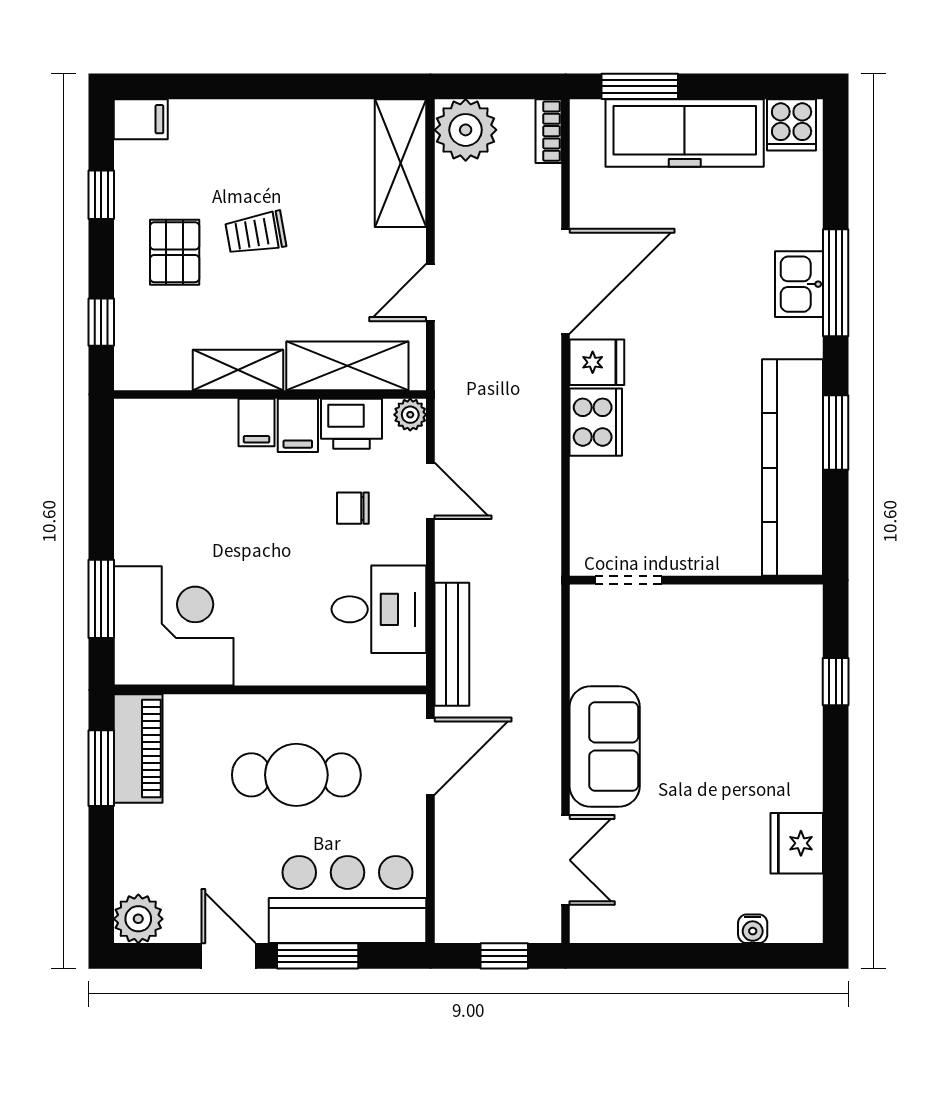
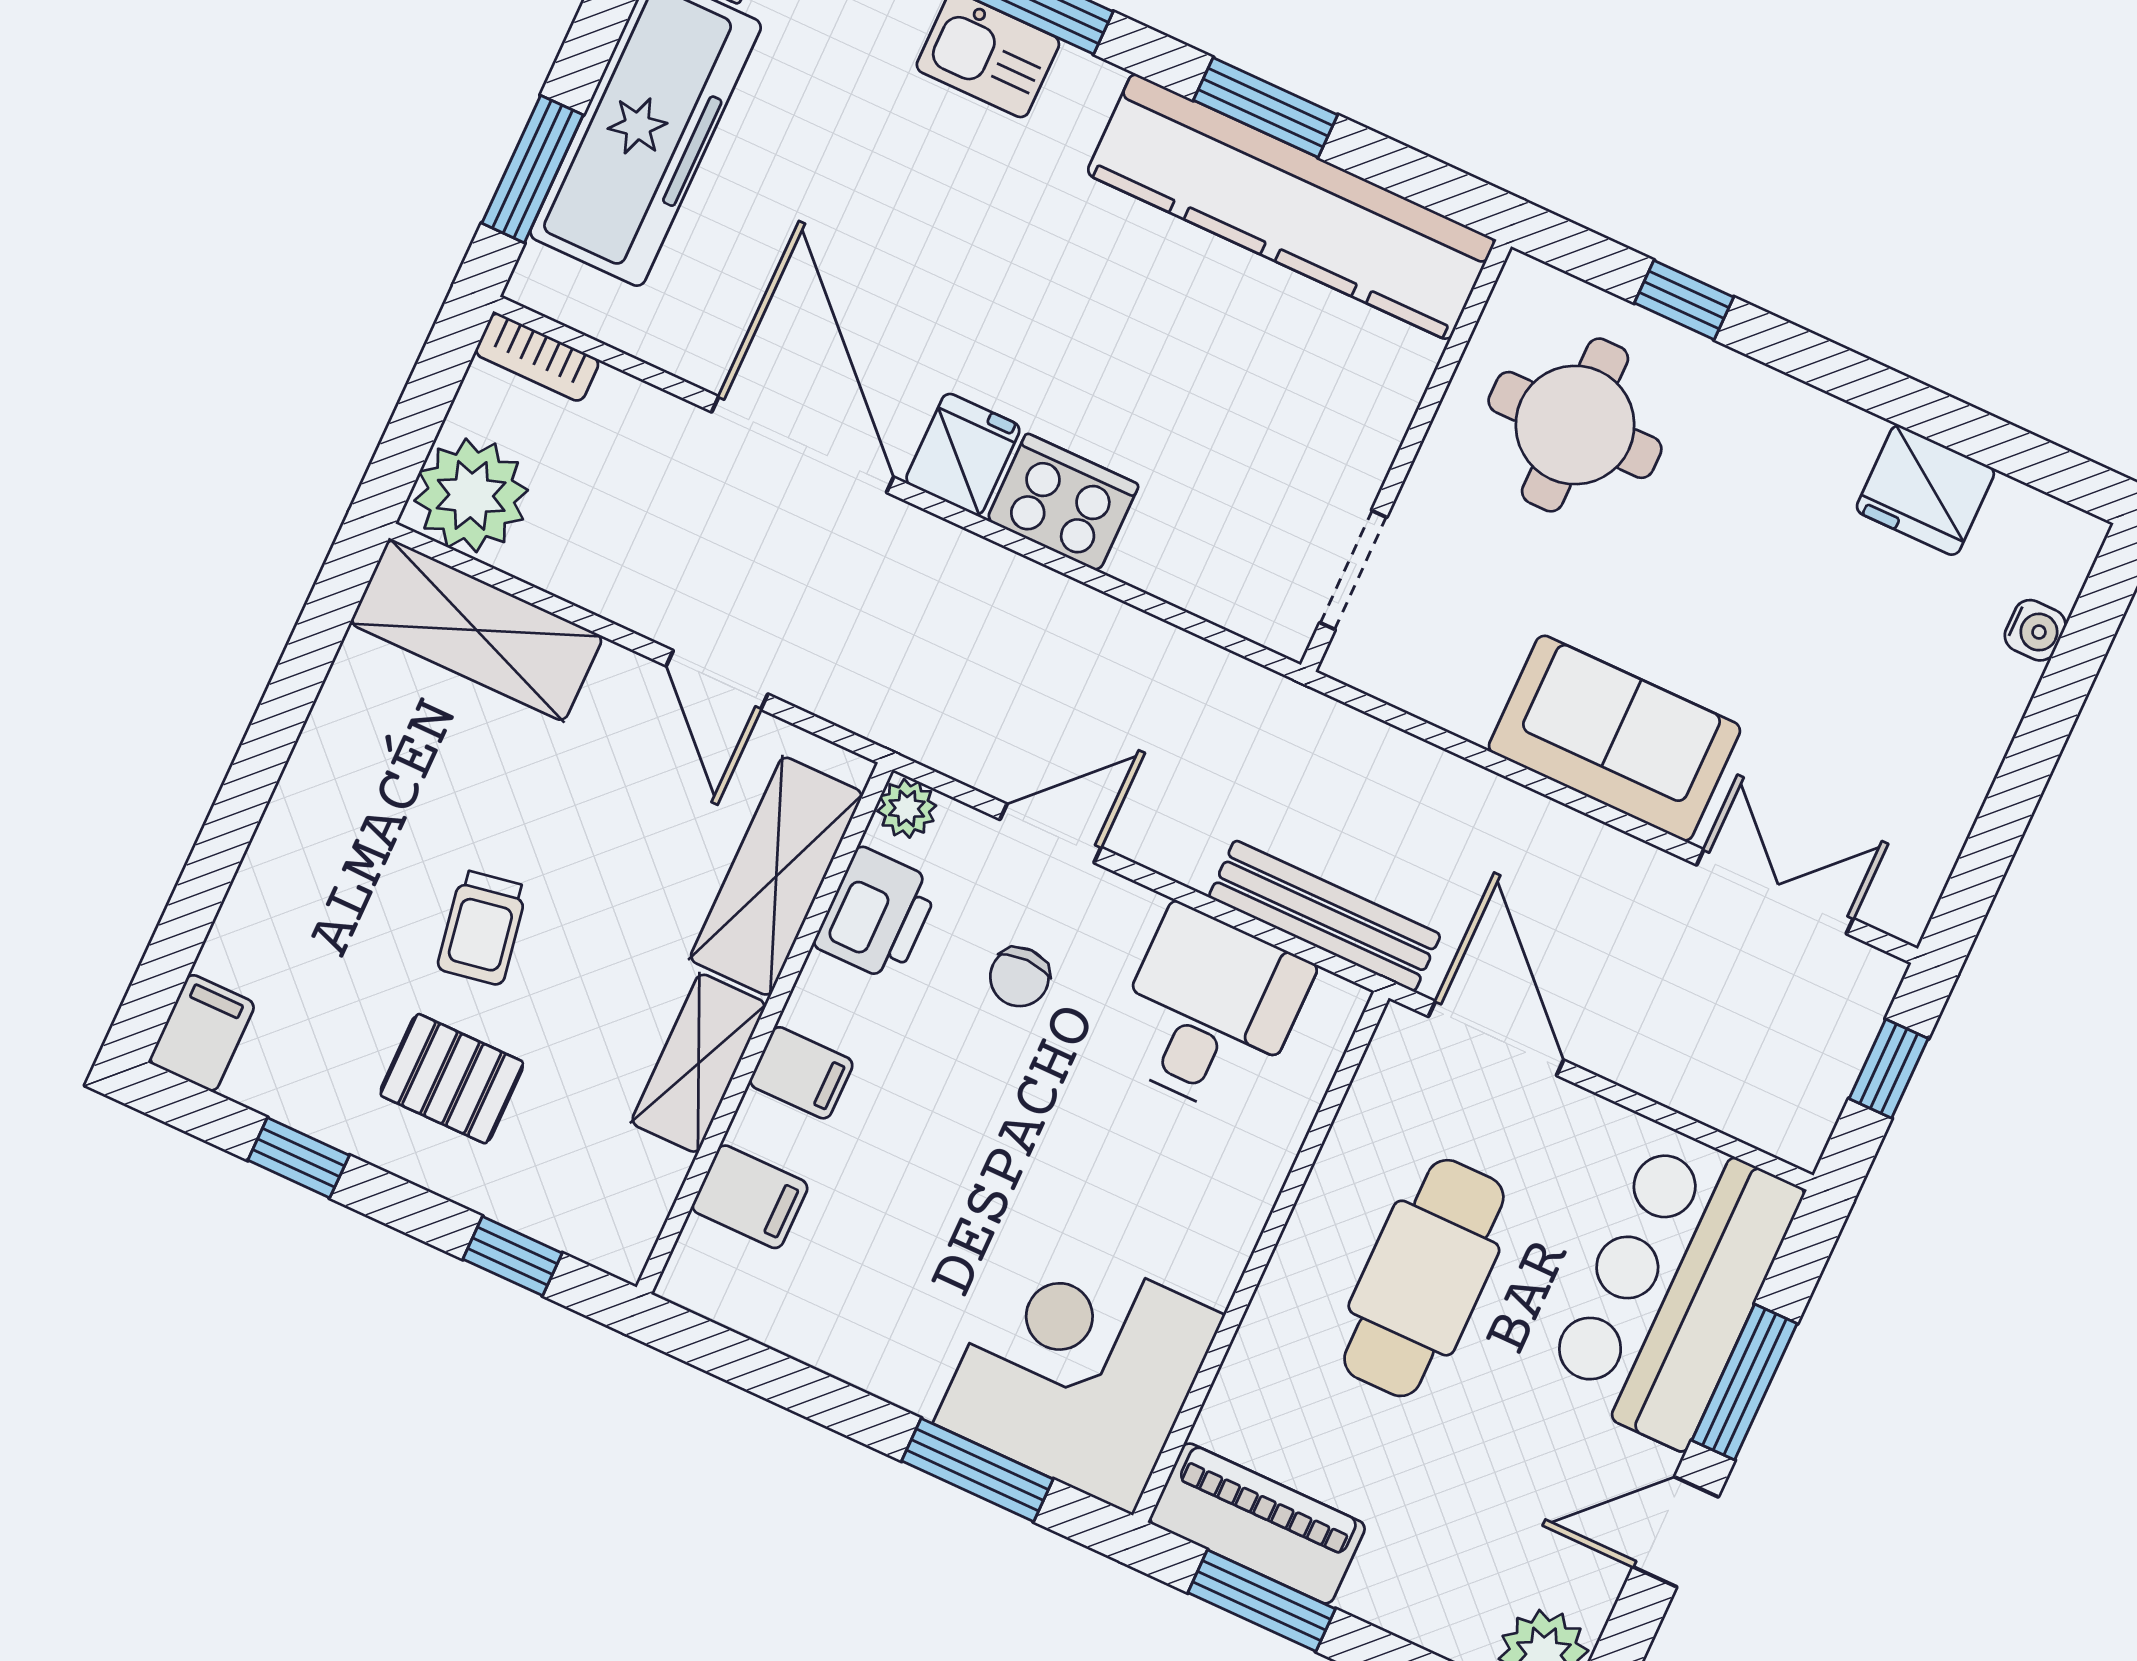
filing cabinet: (298, 425) -> (750, 1197), moved
round table: (750, 656) -> (1575, 425), added

